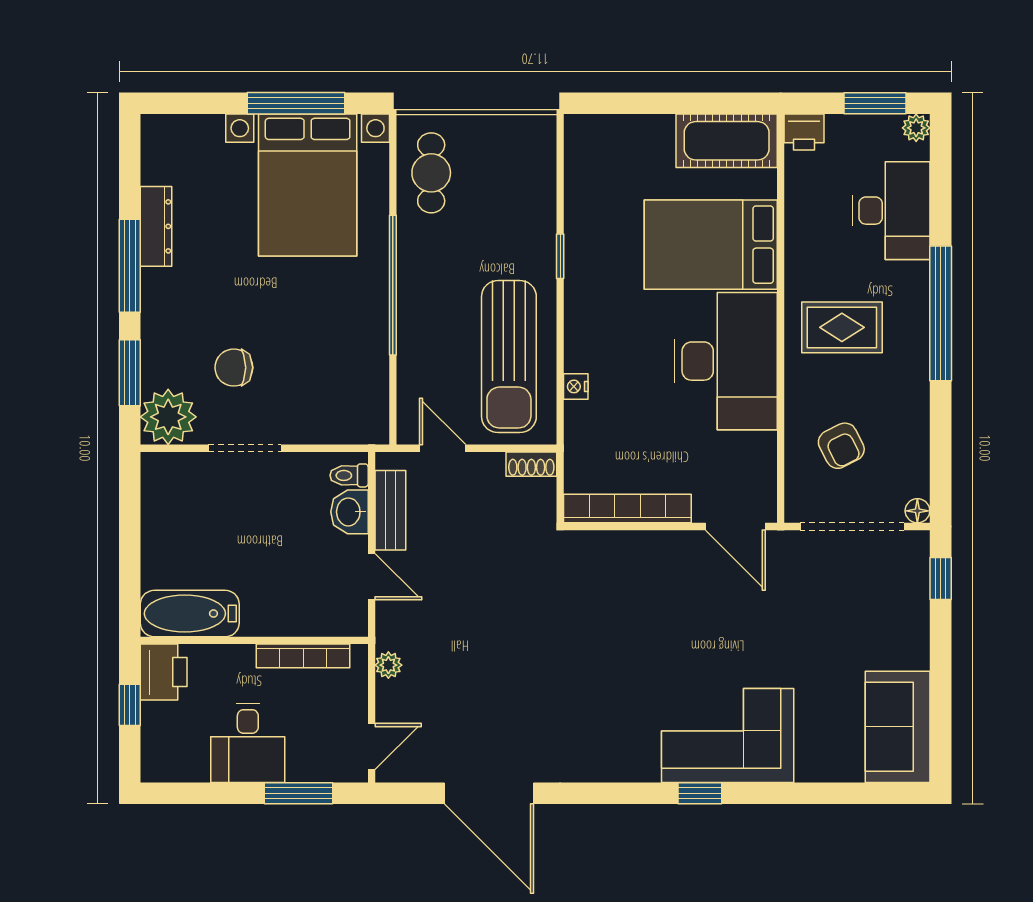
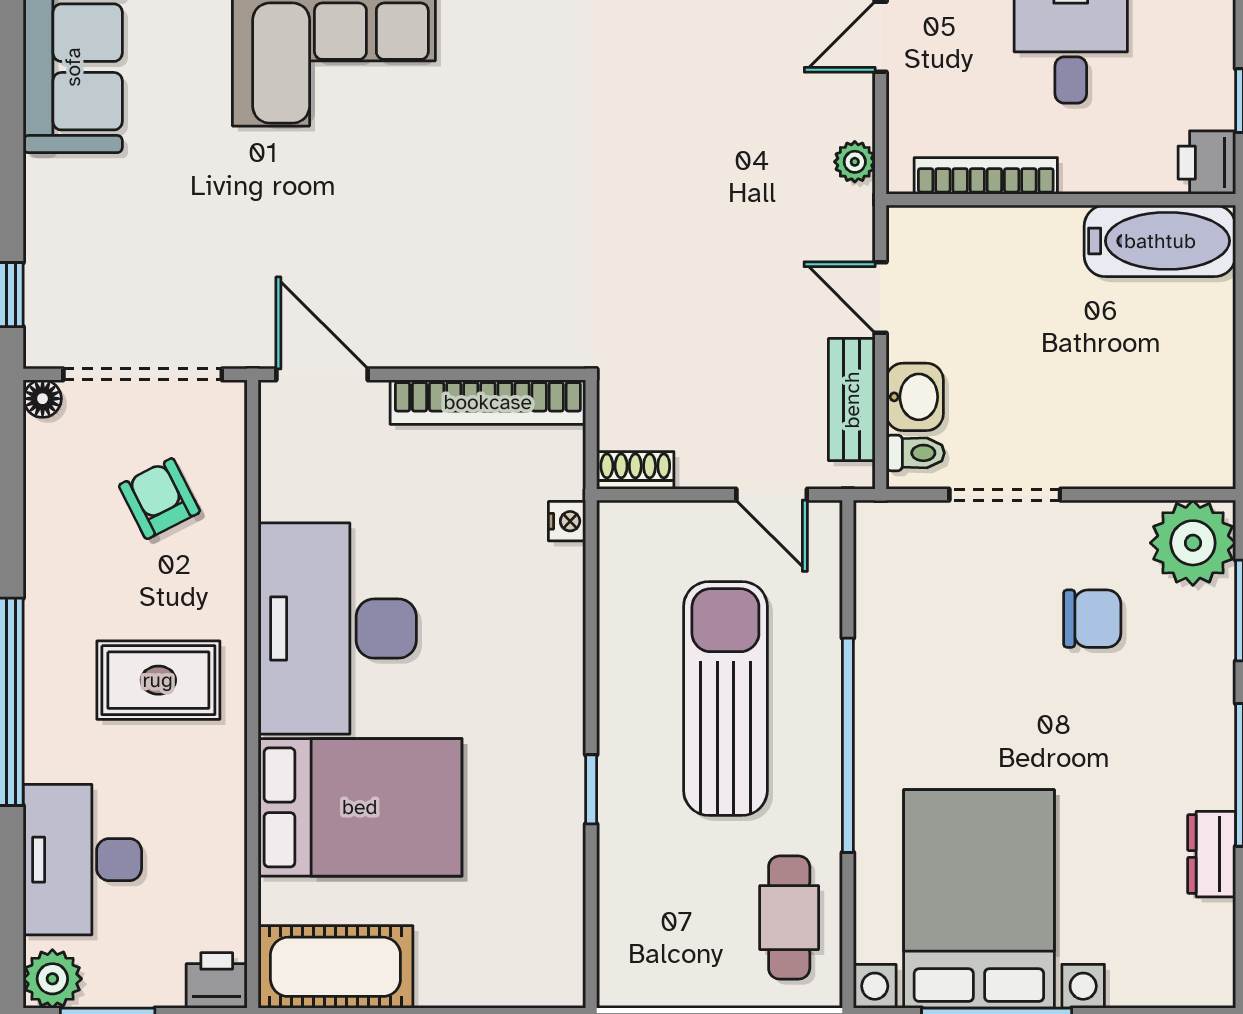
plant: (916, 128) -> (52, 979), width x1.38, depth x1.38
dresser: (156, 226) -> (1212, 854), width x0.70
sun lounger: (509, 357) -> (725, 698), moved
nightstand: (576, 386) -> (567, 521), moved
doorway: (245, 448) -> (1005, 495), moved
printer: (164, 672) -> (1207, 163), width x0.73, depth x0.81

